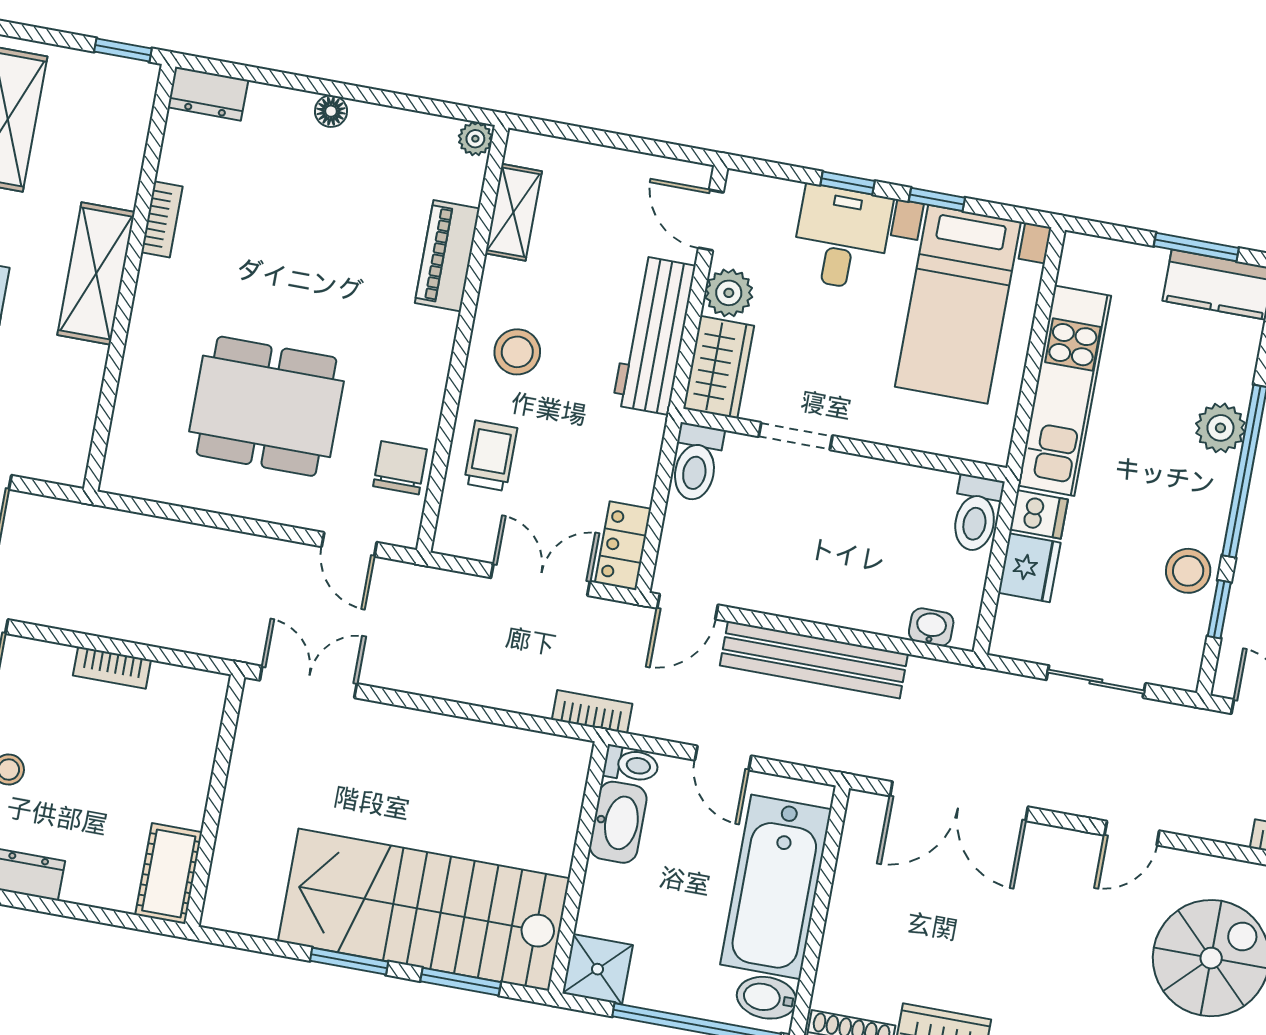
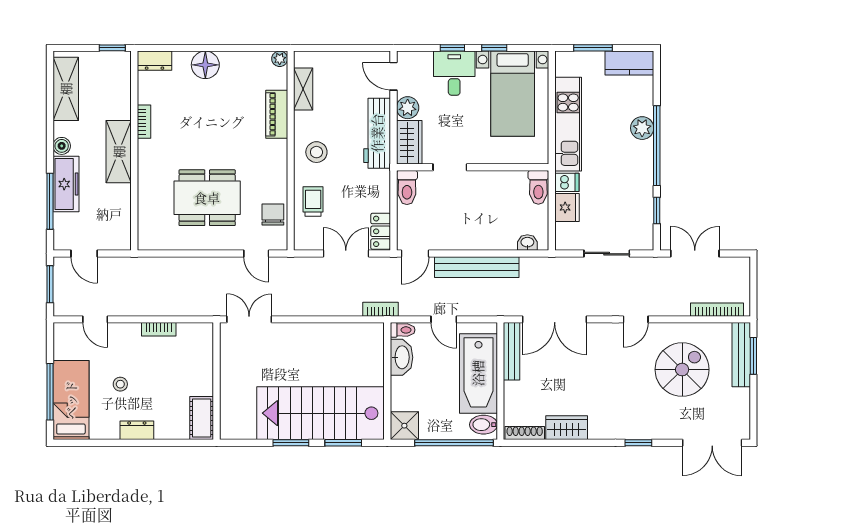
floor lamp: (331, 111) -> (205, 65), width x1.89, depth x1.89
window: (1196, 247) -> (593, 48), moved
stool: (1188, 571) -> (639, 196), removed
bench: (855, 853) -> (512, 351), added

